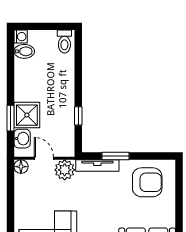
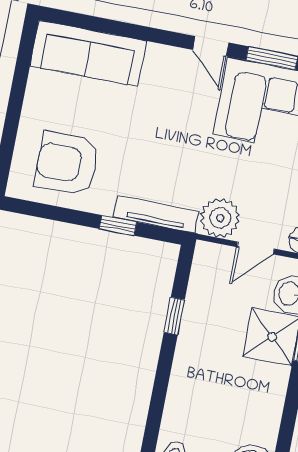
window: (115, 156) -> (118, 225), width x0.67
door: (44, 158) -> (256, 248), hinge flipped

